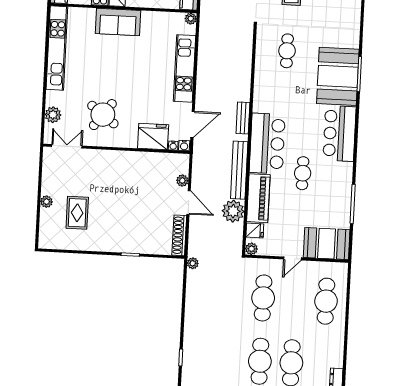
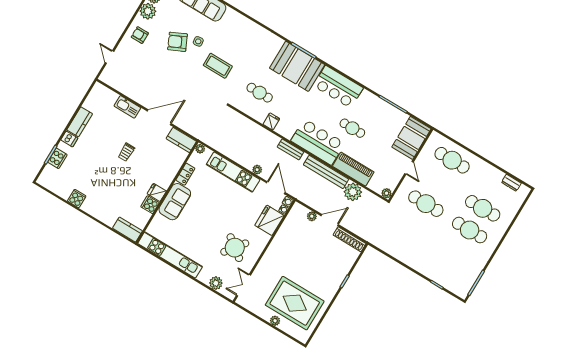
locker: (154, 17) -> (185, 174), added
rug: (77, 213) -> (295, 303), width x1.86, depth x2.06
fridge: (255, 230) -> (271, 121), moved
plant: (193, 263) -> (257, 170), moved

